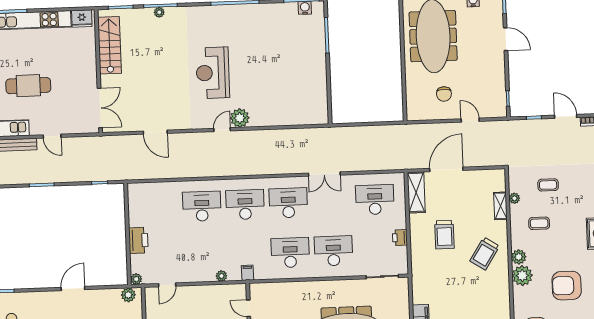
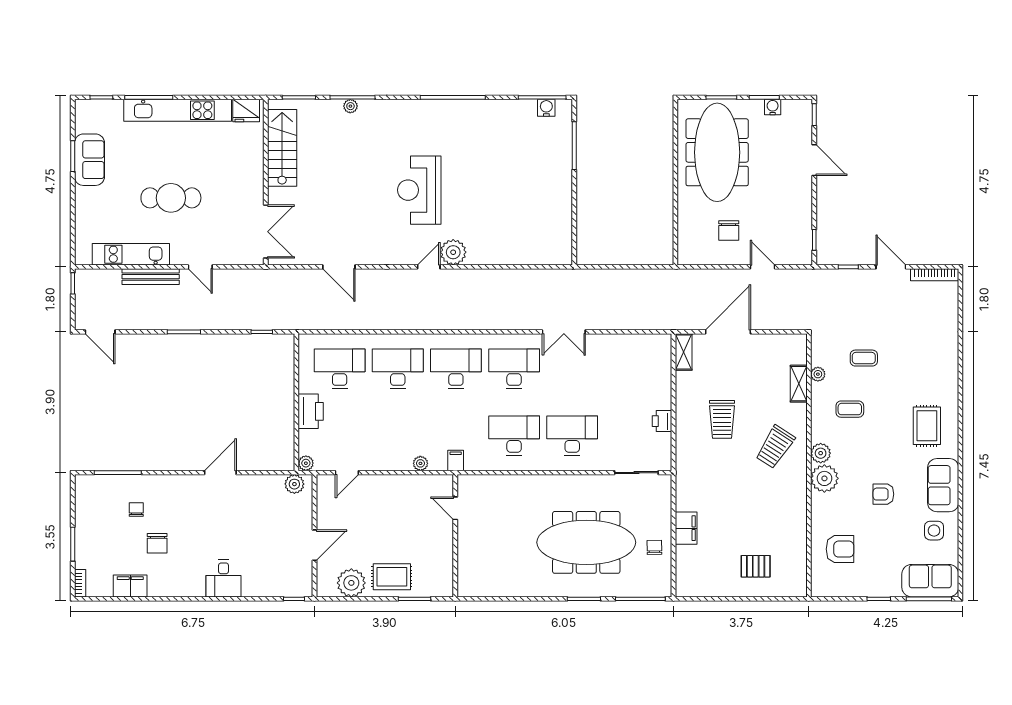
shelving: (416, 192) -> (684, 352), width x0.67, depth x0.75
desk: (375, 200) -> (340, 369), moved
armchair: (567, 286) -> (883, 494), width x0.53, depth x0.53

